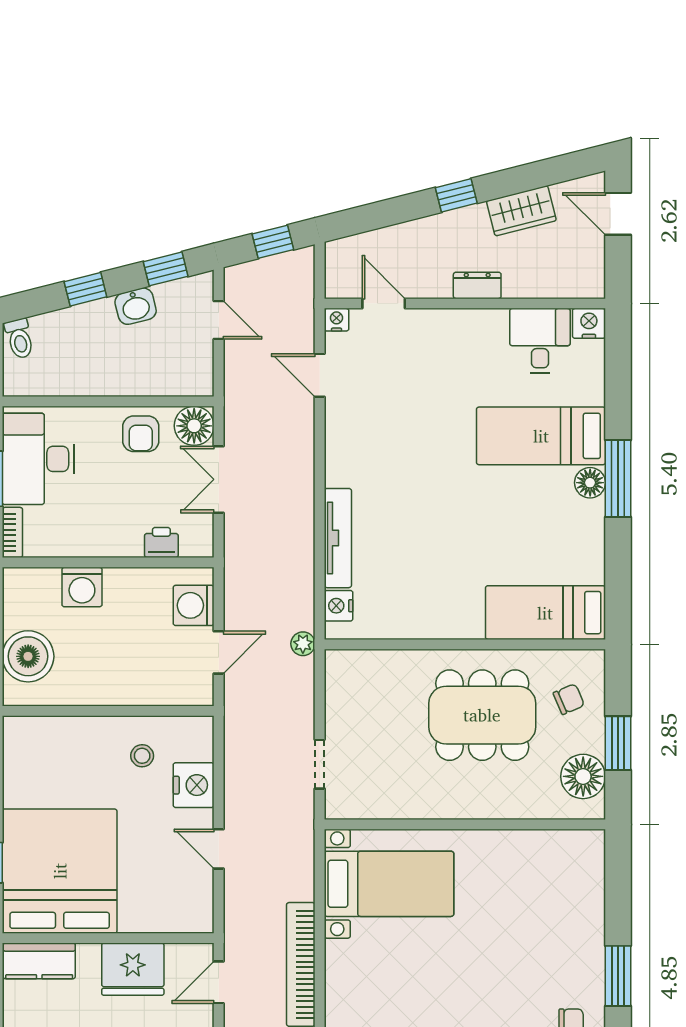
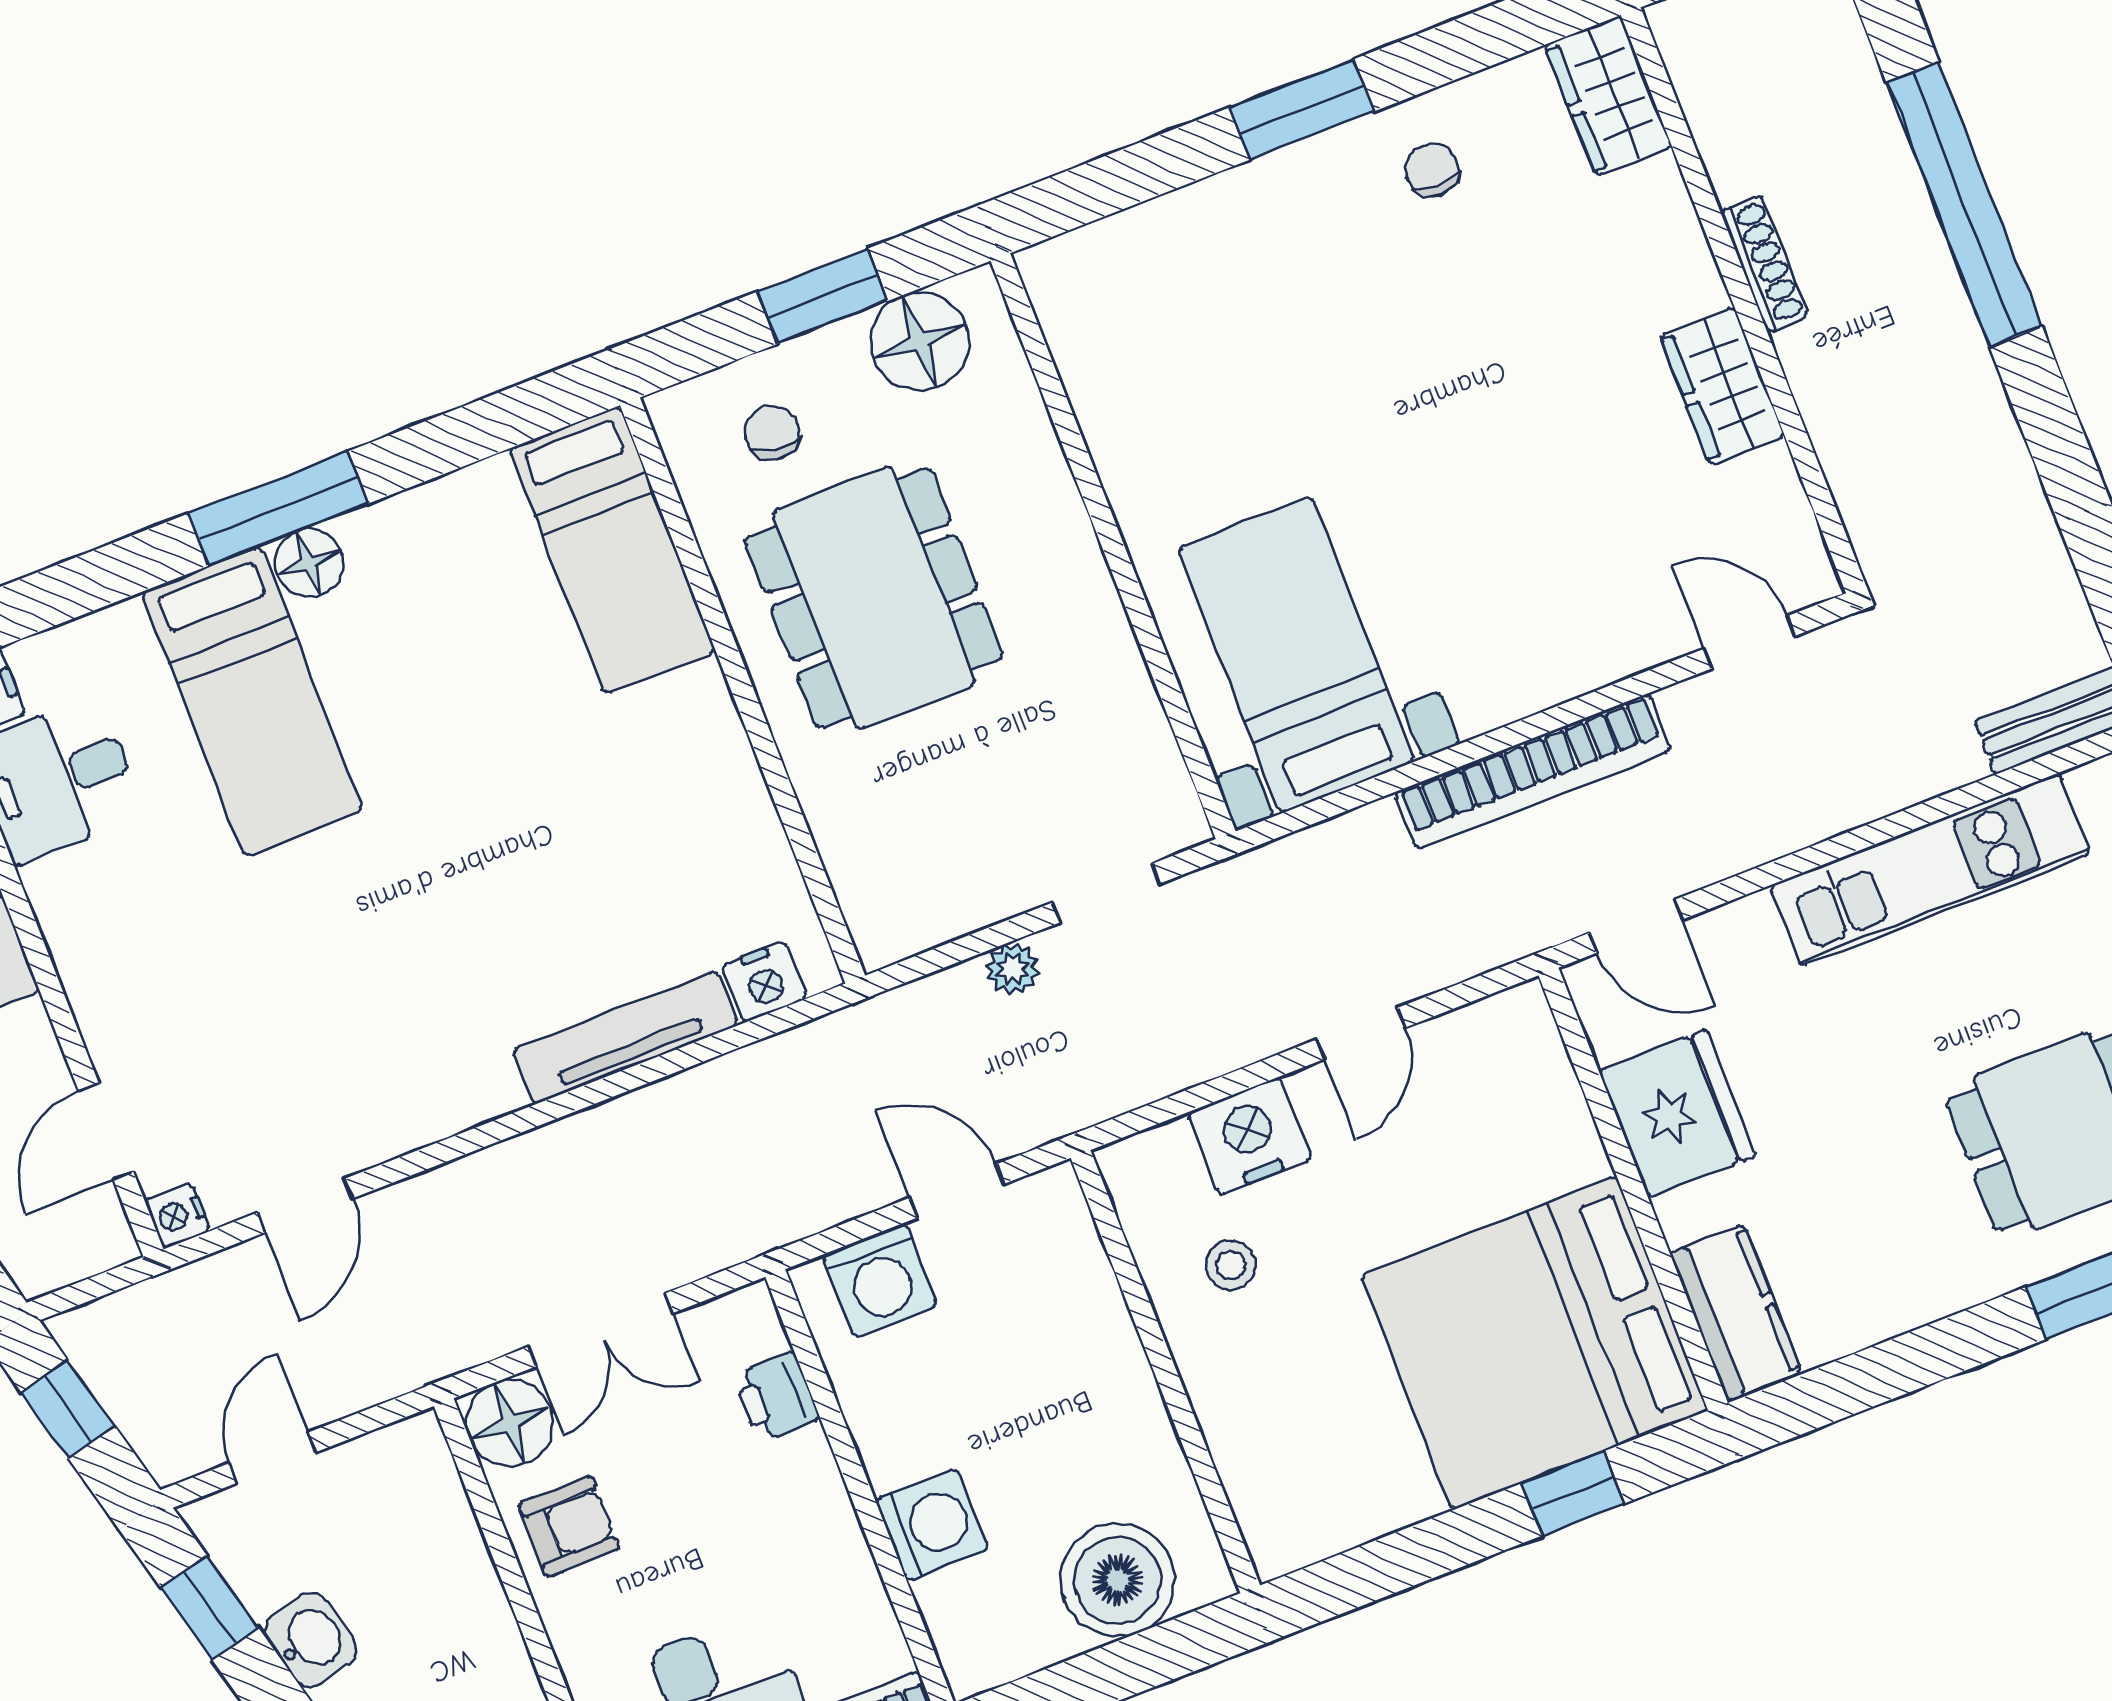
plant: (303, 644) -> (1013, 969), moved
chair: (569, 699) -> (772, 433), turned 30

